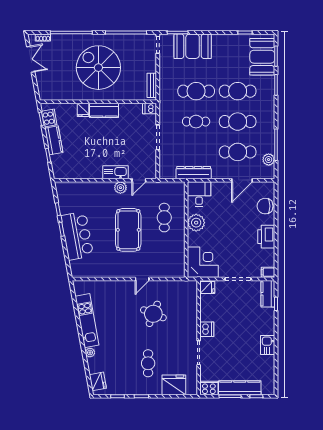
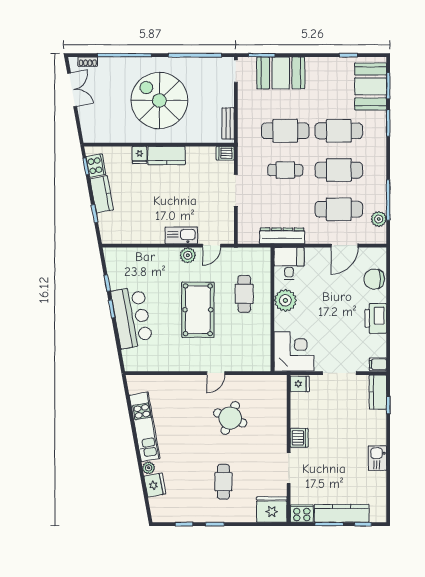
fridge: (98, 381) -> (155, 485), moved
fridge: (174, 385) -> (272, 510), moved

